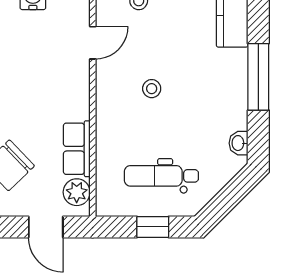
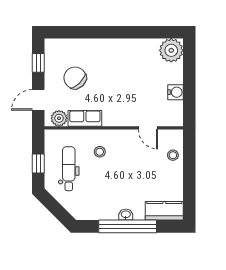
window: (258, 77) -> (128, 226), width x1.46
stool: (152, 89) -> (100, 152), moved
washbasin: (238, 143) -> (126, 215), moved

